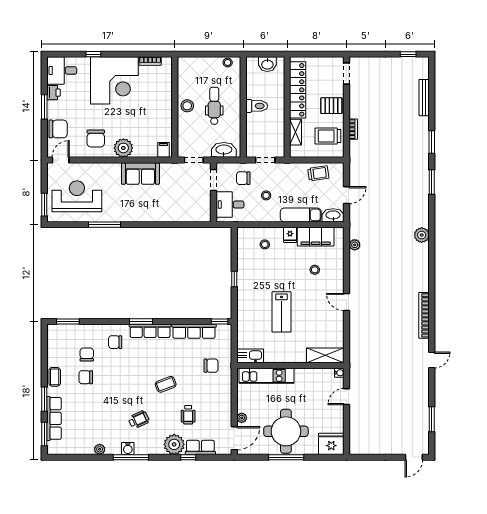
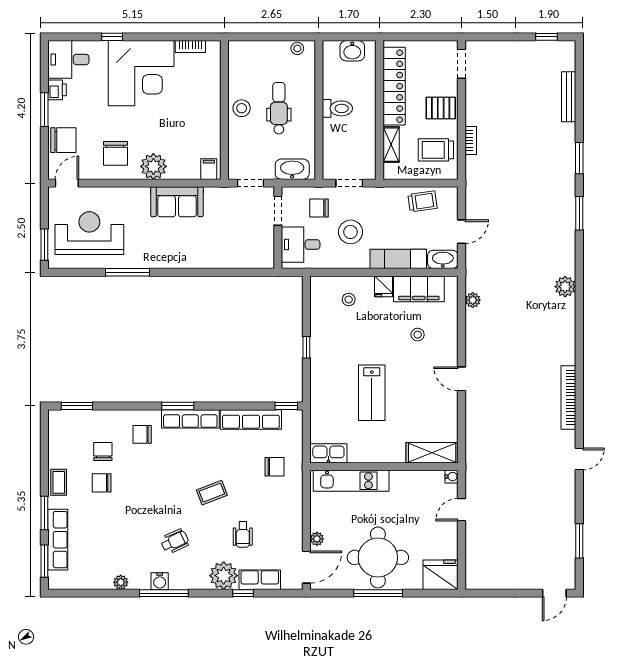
stool: (266, 195) -> (351, 232), width x1.89, depth x1.89

